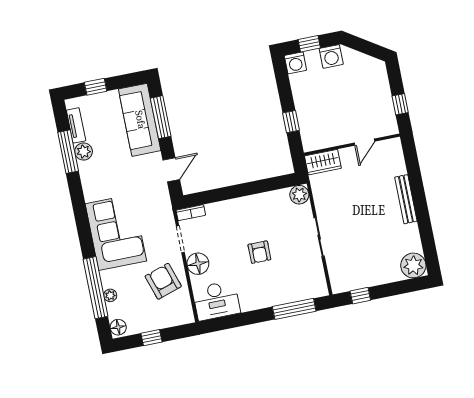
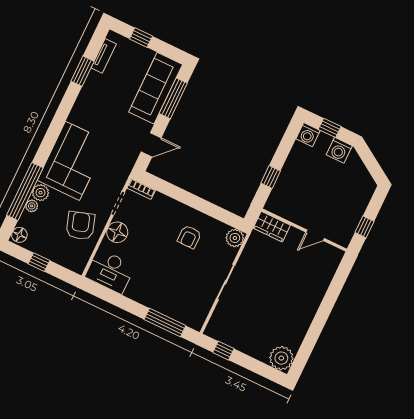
window: (68, 152) -> (82, 71), width x0.69
plant: (84, 152) -> (40, 193), moved
bench: (406, 199) -> (314, 303), removed
armchair: (259, 252) -> (189, 237), moved

